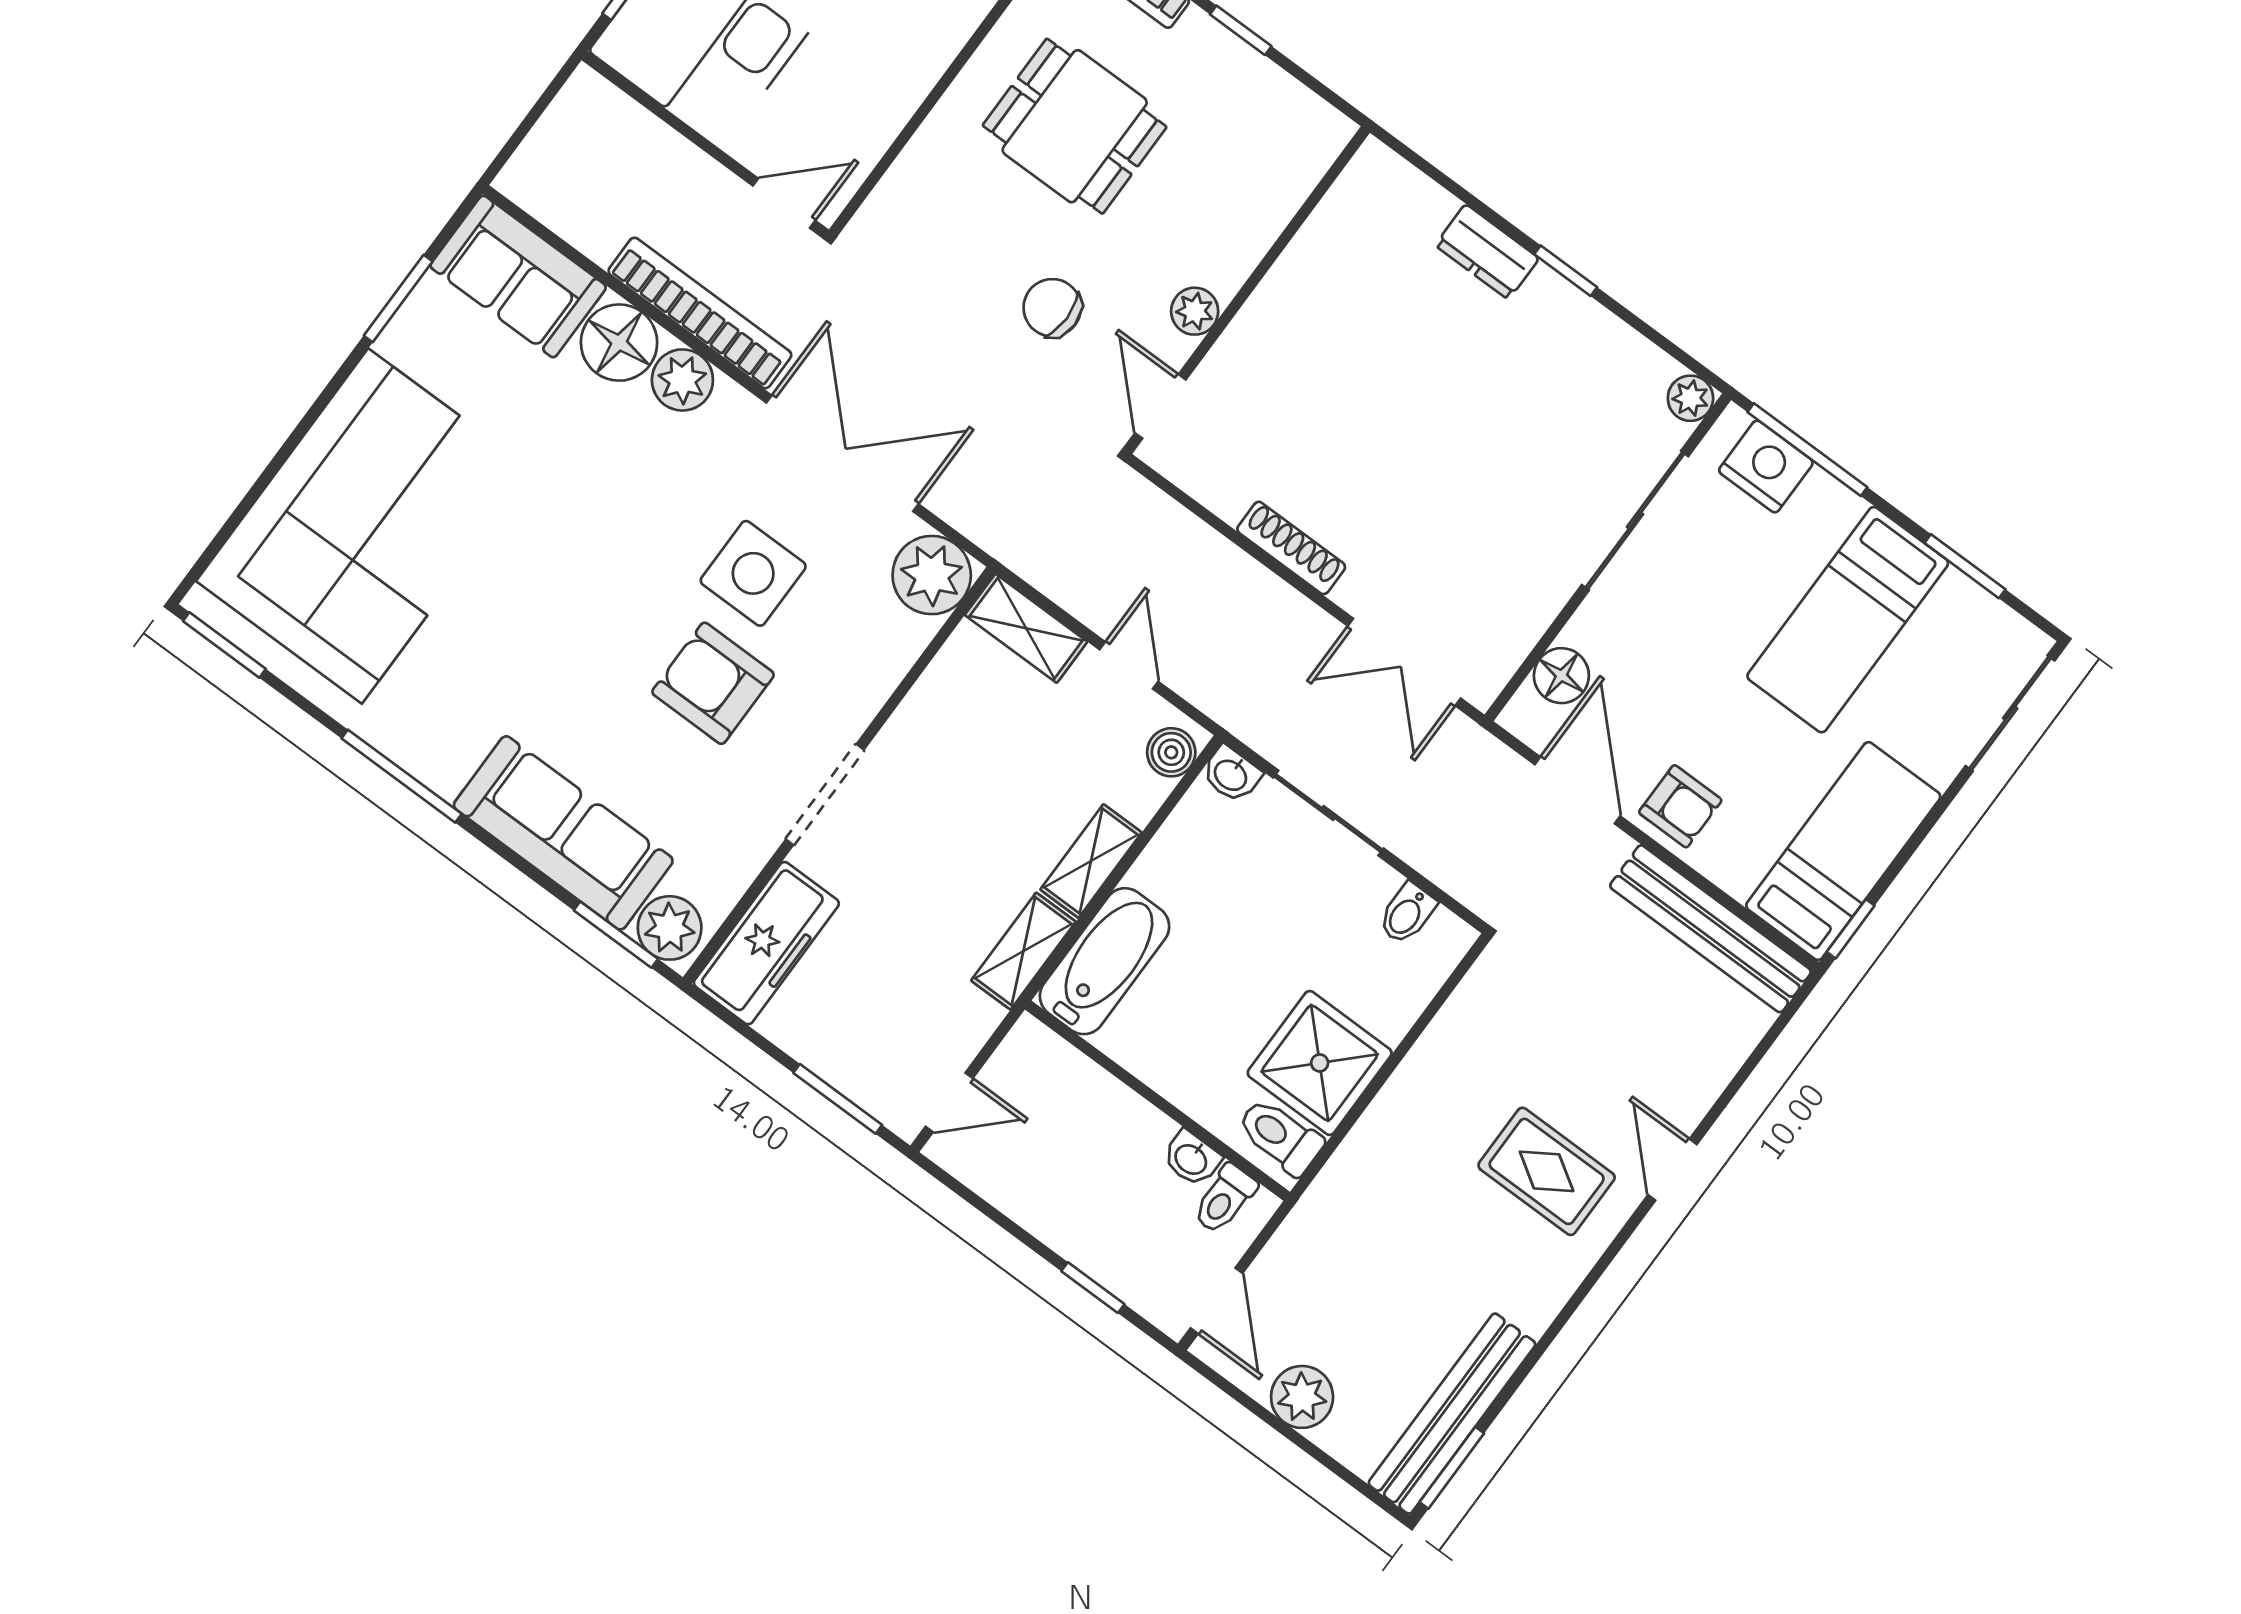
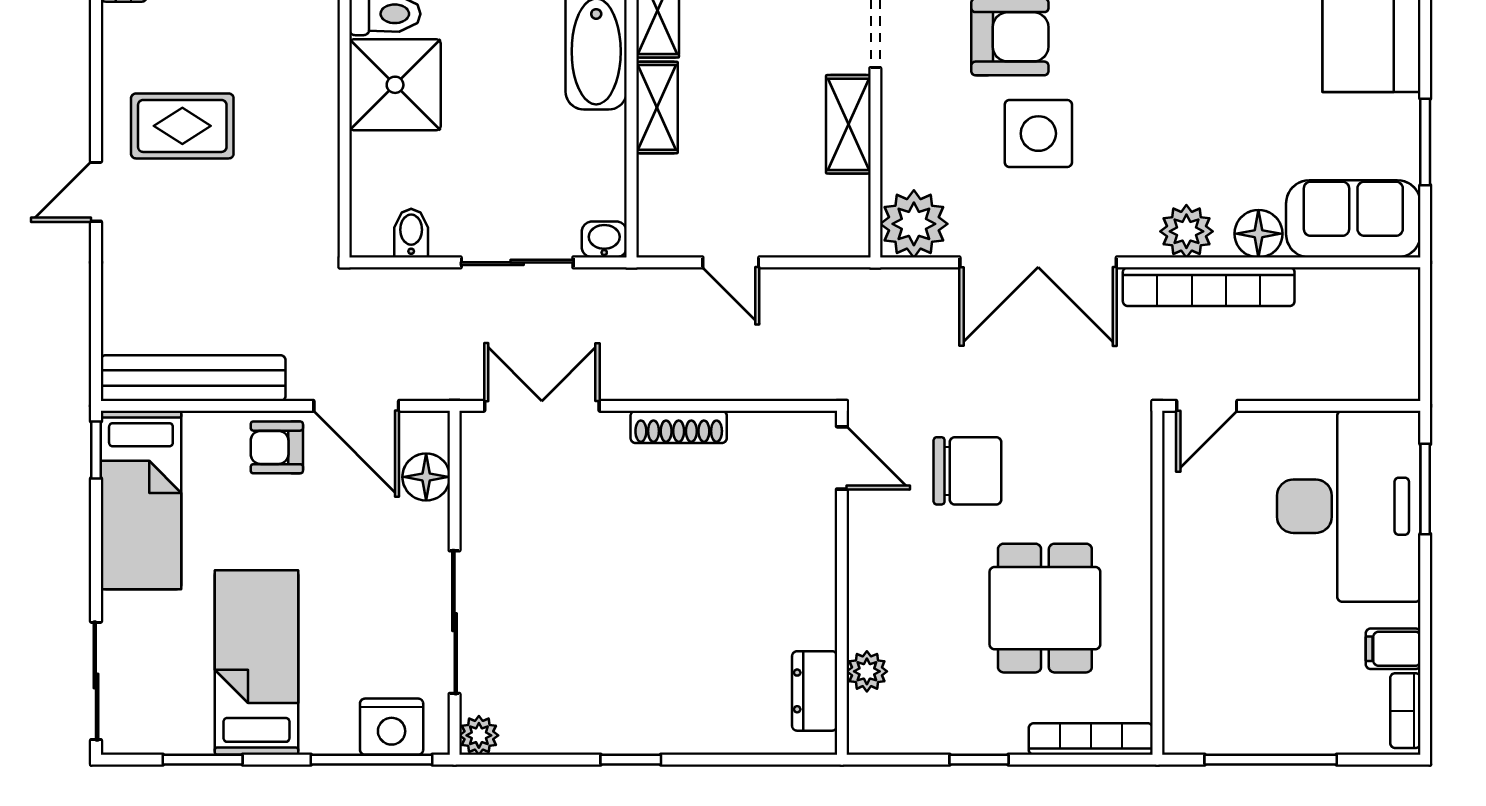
dining table: (1075, 126) -> (1045, 608), turned 90
dresser: (1487, 252) -> (815, 691), moved, turned -90
chair: (1052, 308) -> (967, 471), width x1.37, depth x1.37
plant: (1195, 311) -> (867, 671), moved
floor lamp: (619, 343) -> (1258, 234), width x0.73, depth x0.73
shelving: (1026, 628) -> (848, 124), moved, turned 90
boiler: (1171, 752) -> (657, 224), removed
door: (1672, 1170) -> (96, 192), swing flipped

